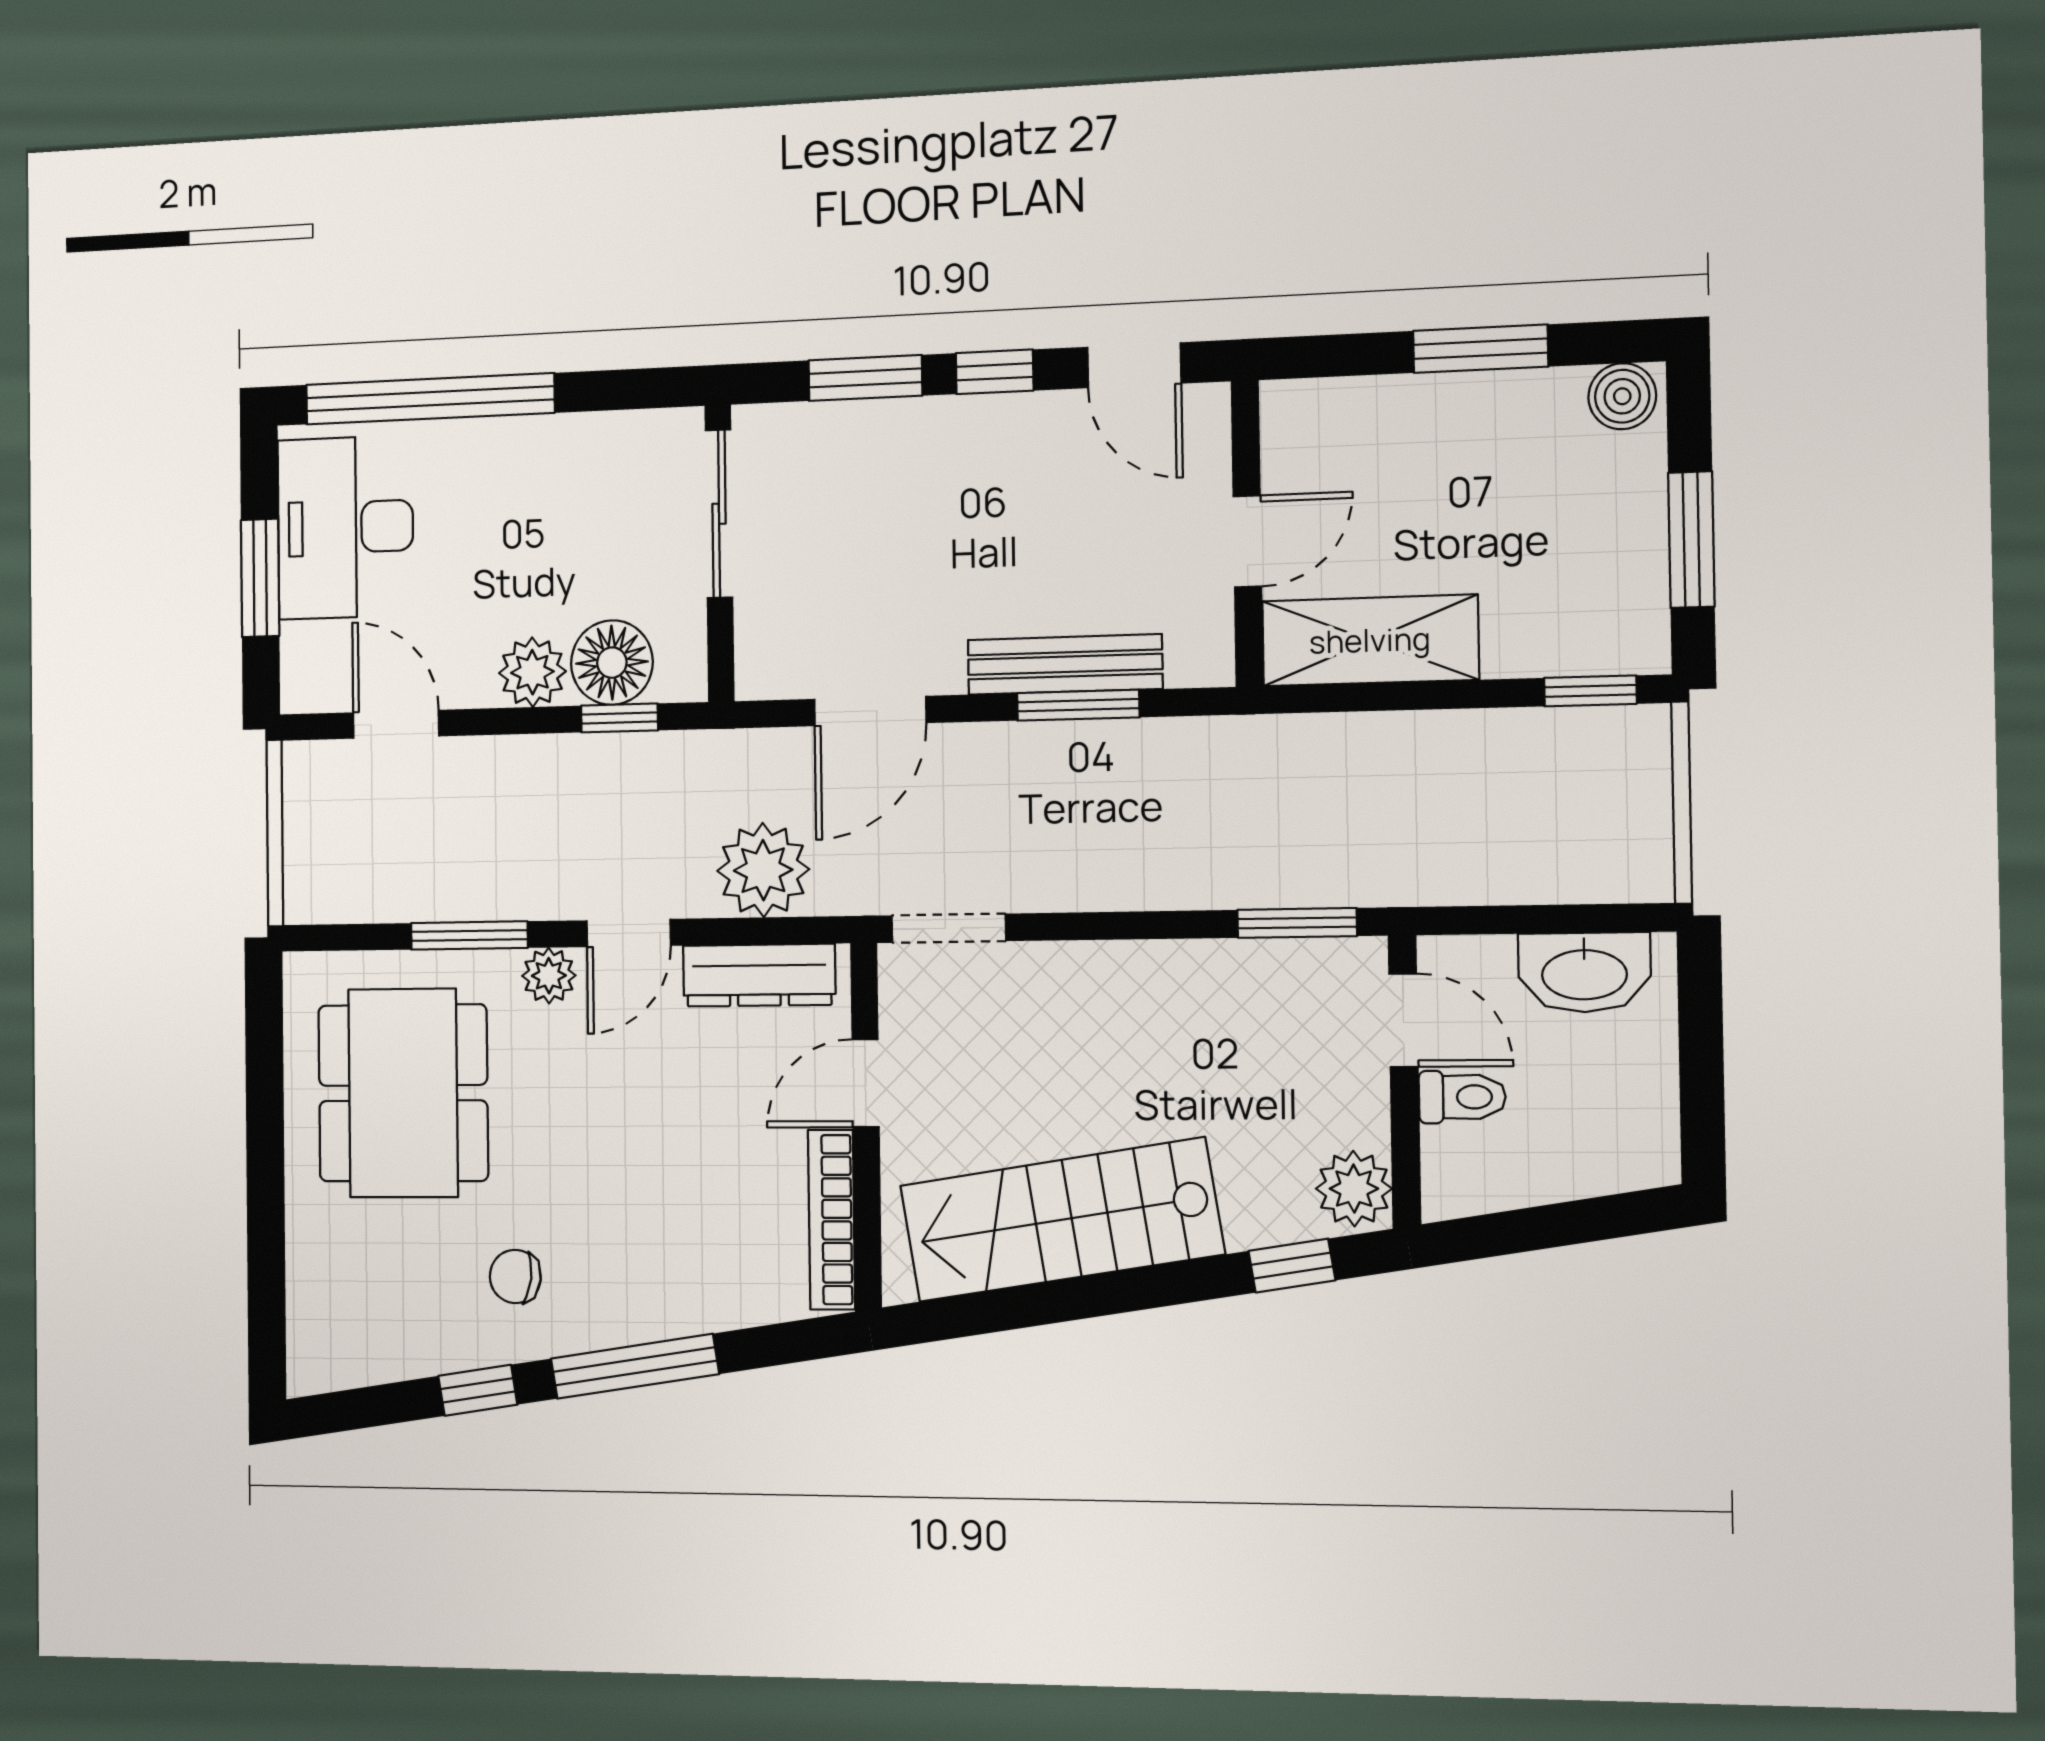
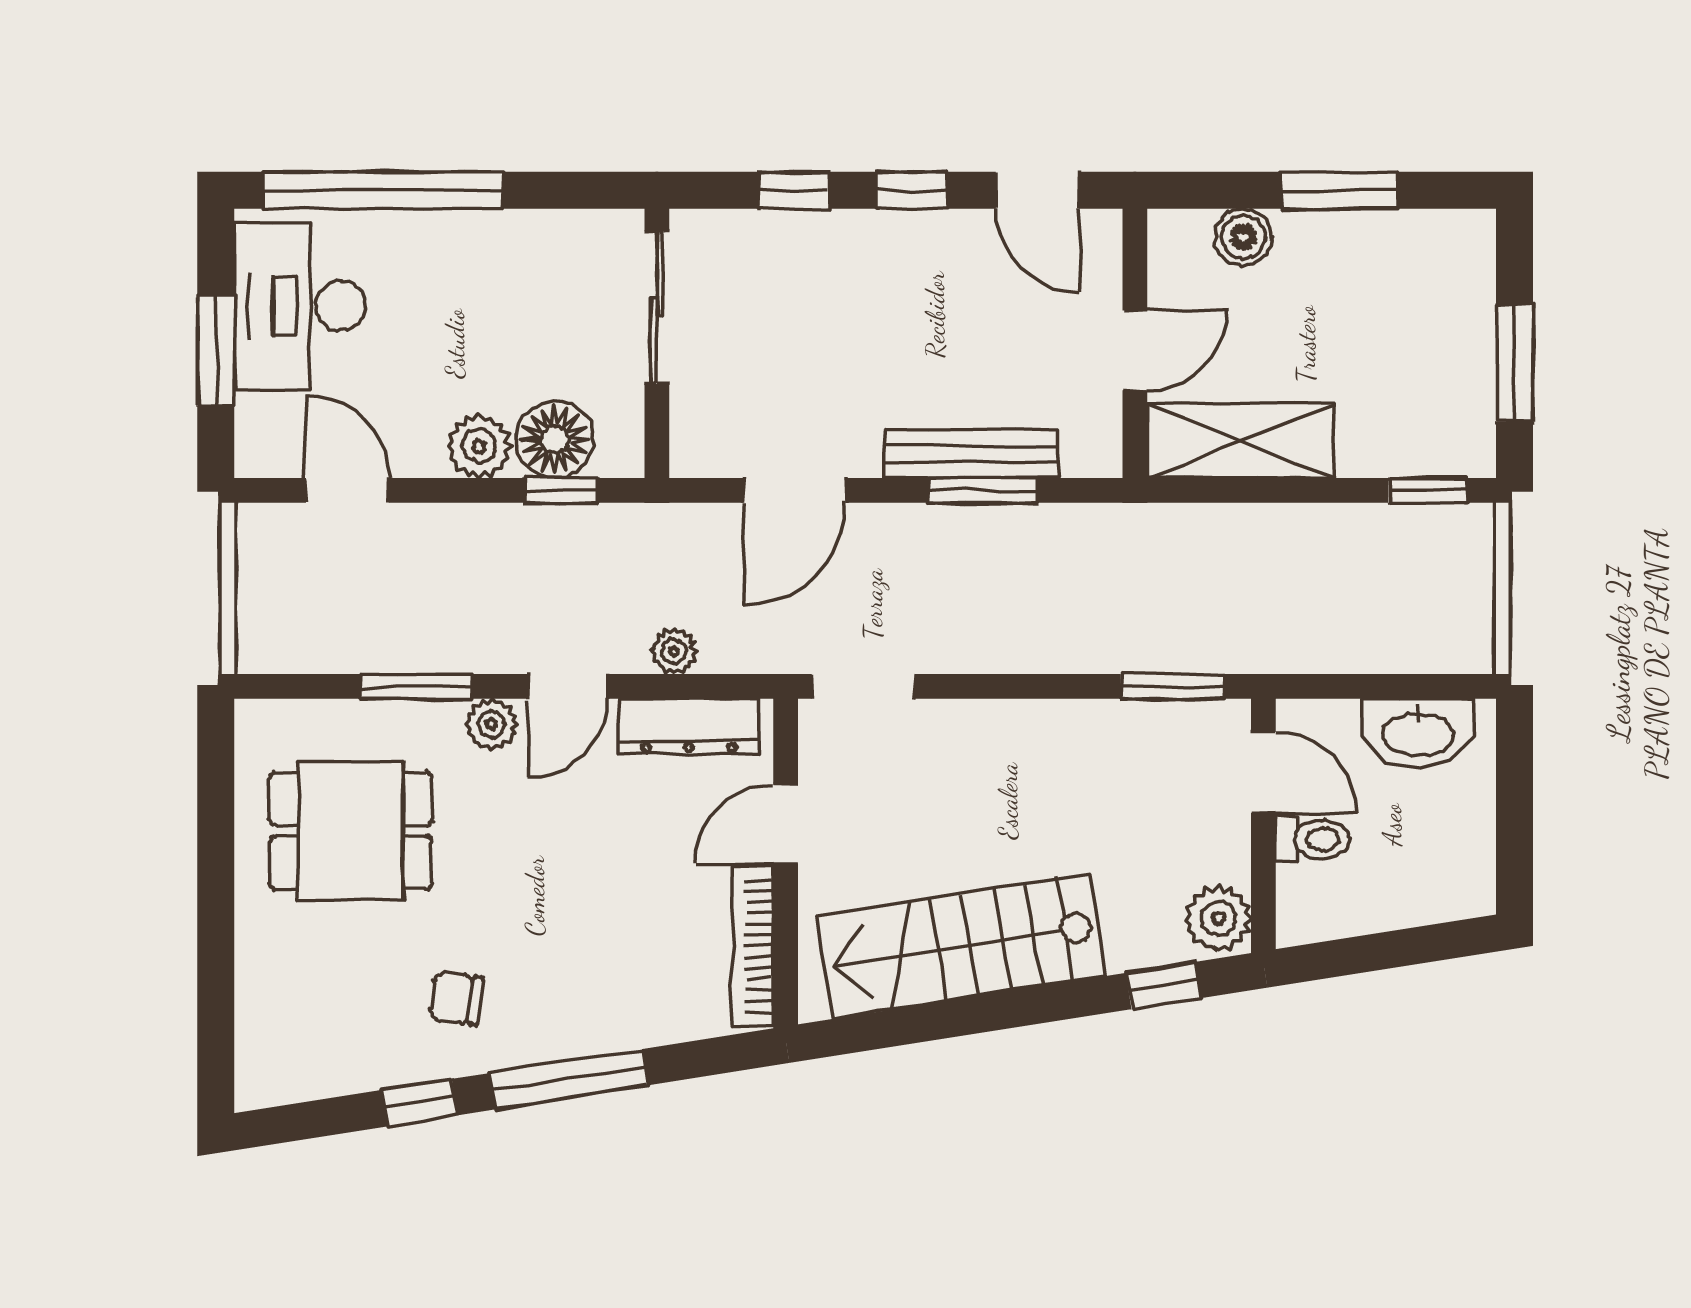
window: (865, 378) -> (794, 190), width x0.67
boiler: (1622, 396) -> (1243, 237), moved
plant: (763, 870) -> (674, 651), width x0.53, depth x0.53
dining table: (403, 1093) -> (351, 831), width x0.73

